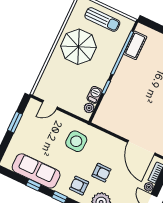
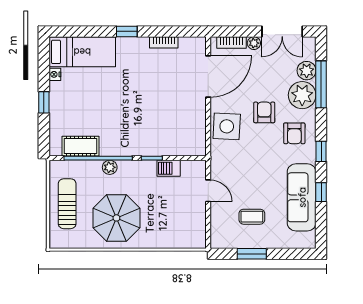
door: (50, 105) -> (208, 191), moved
plant: (89, 108) -> (110, 167), moved
coffee table: (39, 133) -> (252, 217), added
side table: (76, 141) -> (227, 126), moved

